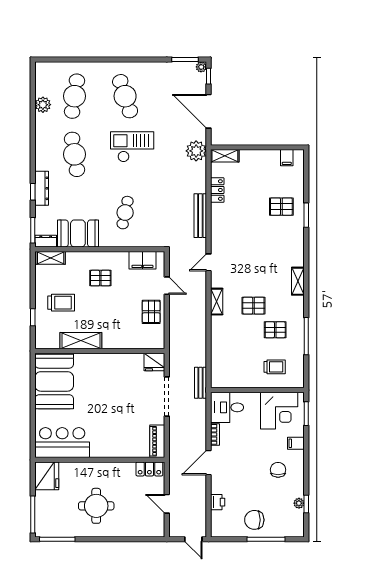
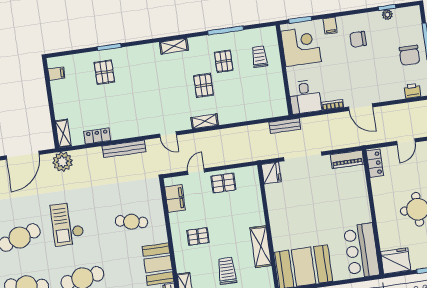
pallet: (100, 278) -> (198, 236), turned 90
printer: (218, 502) -> (412, 91), moved

